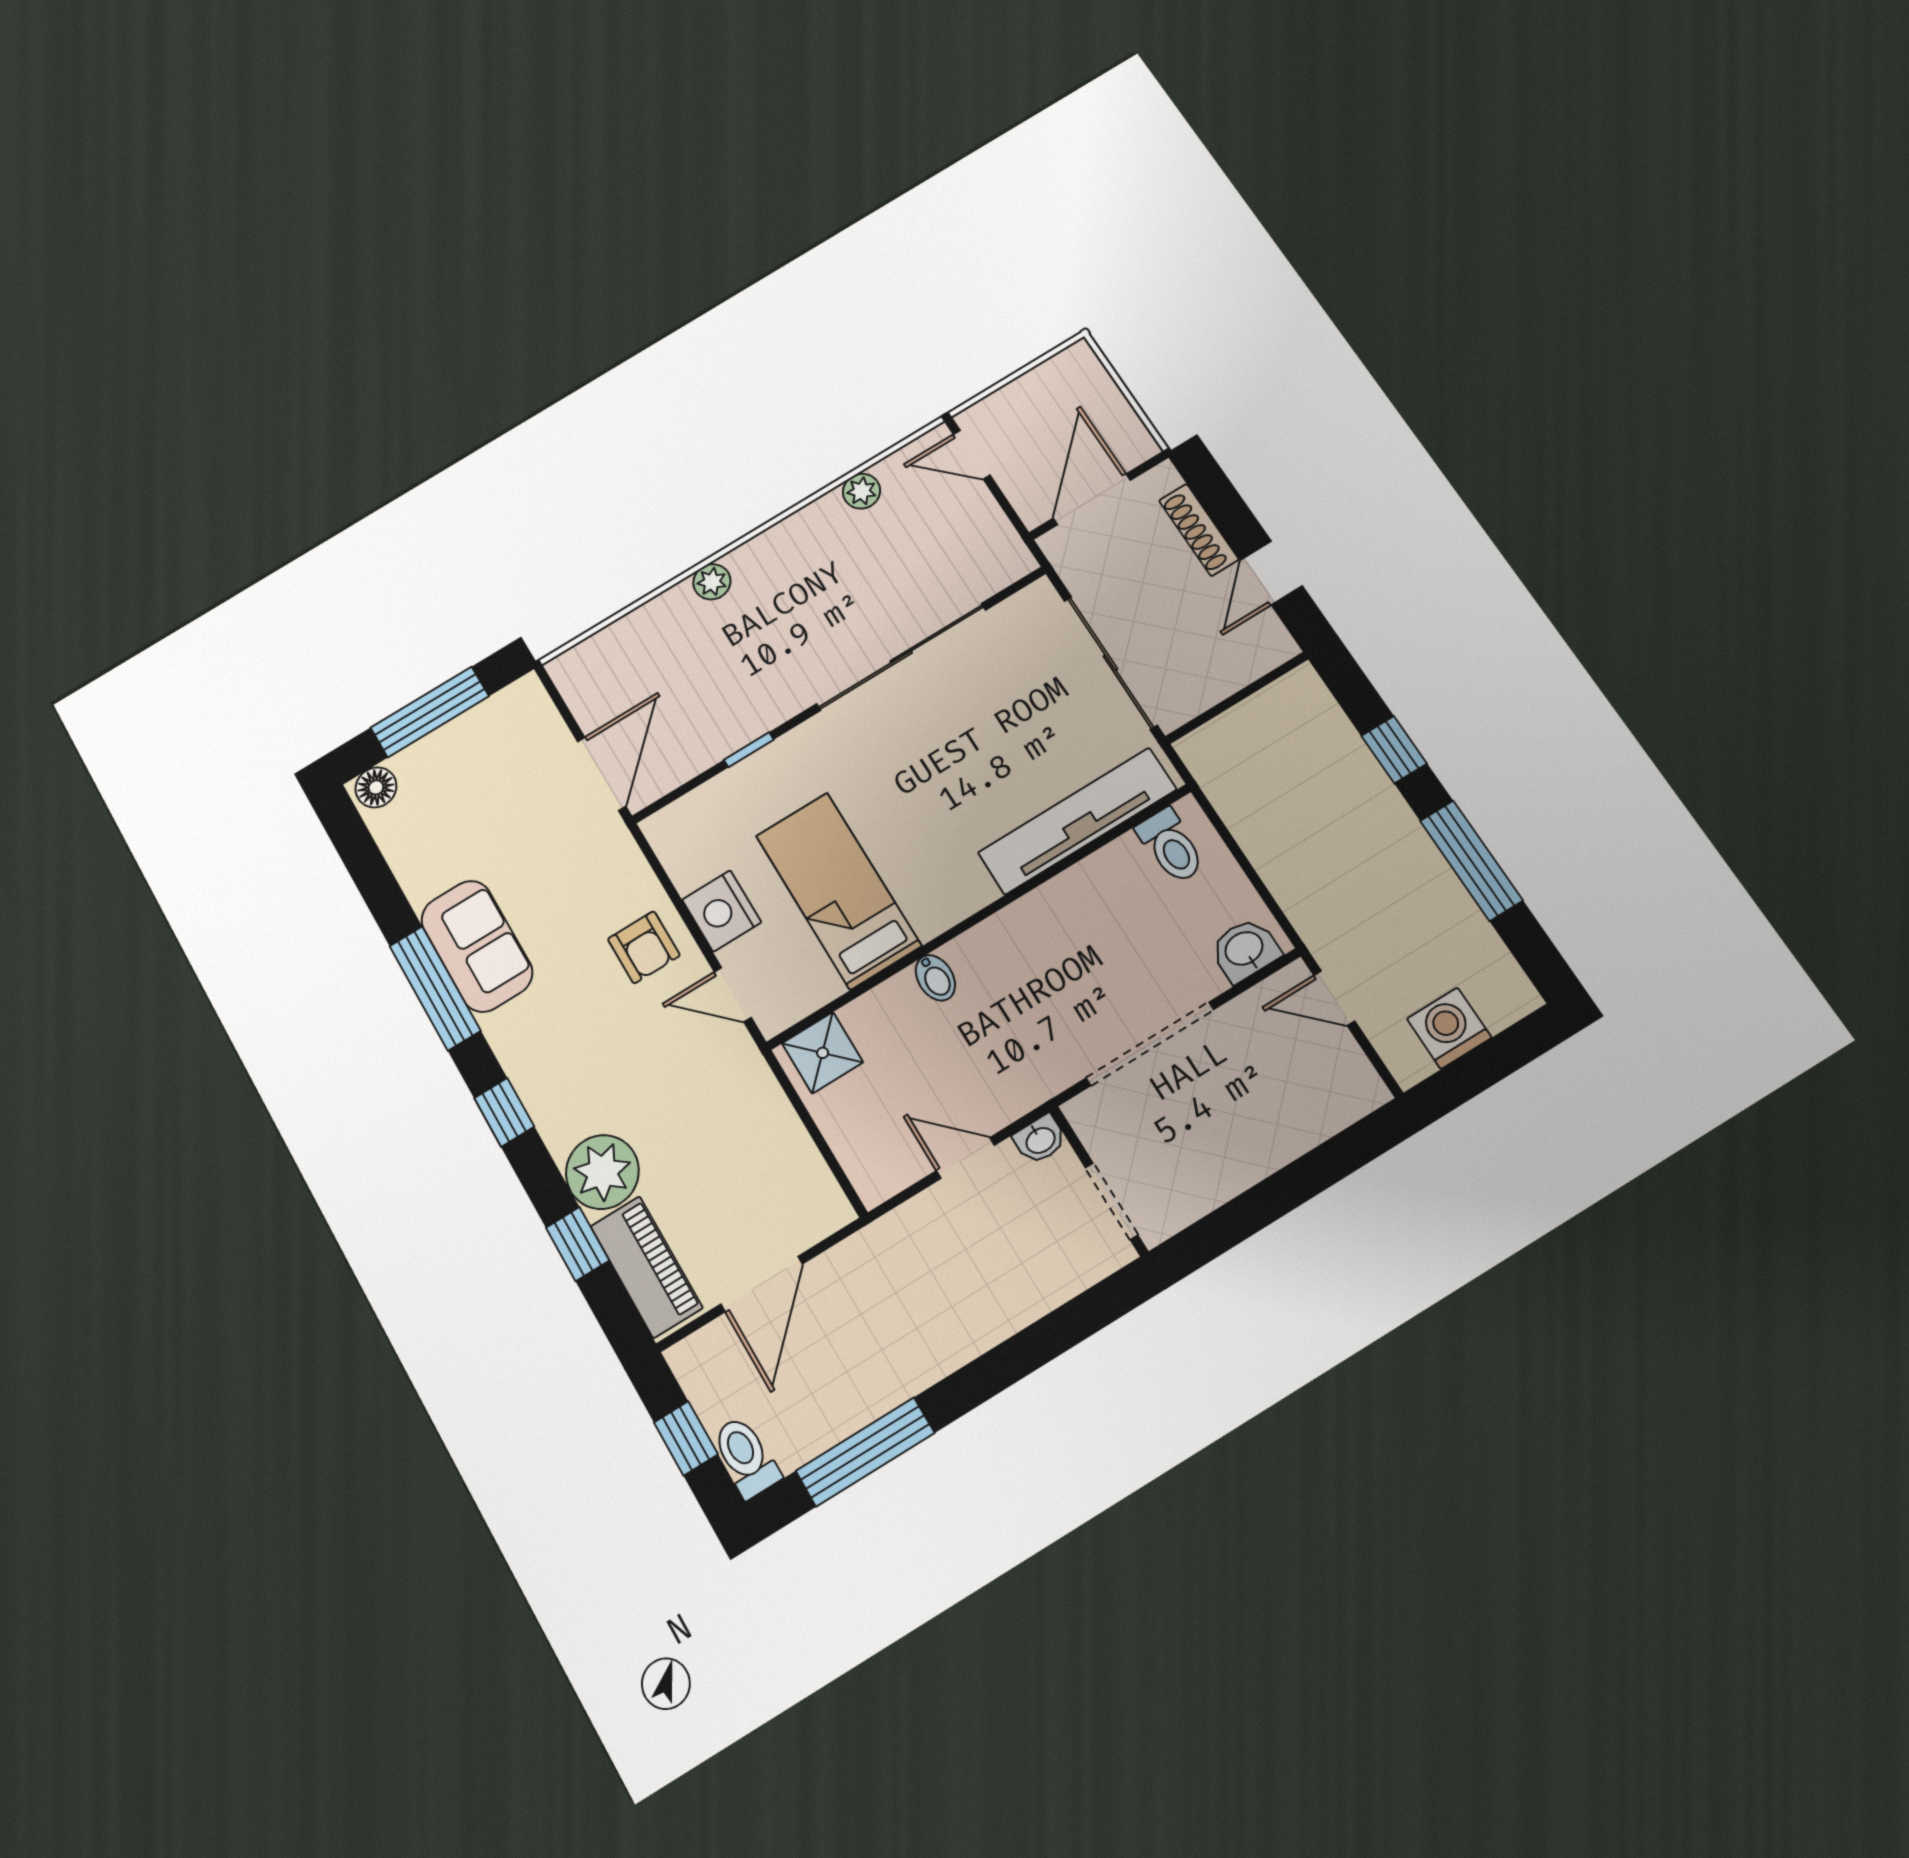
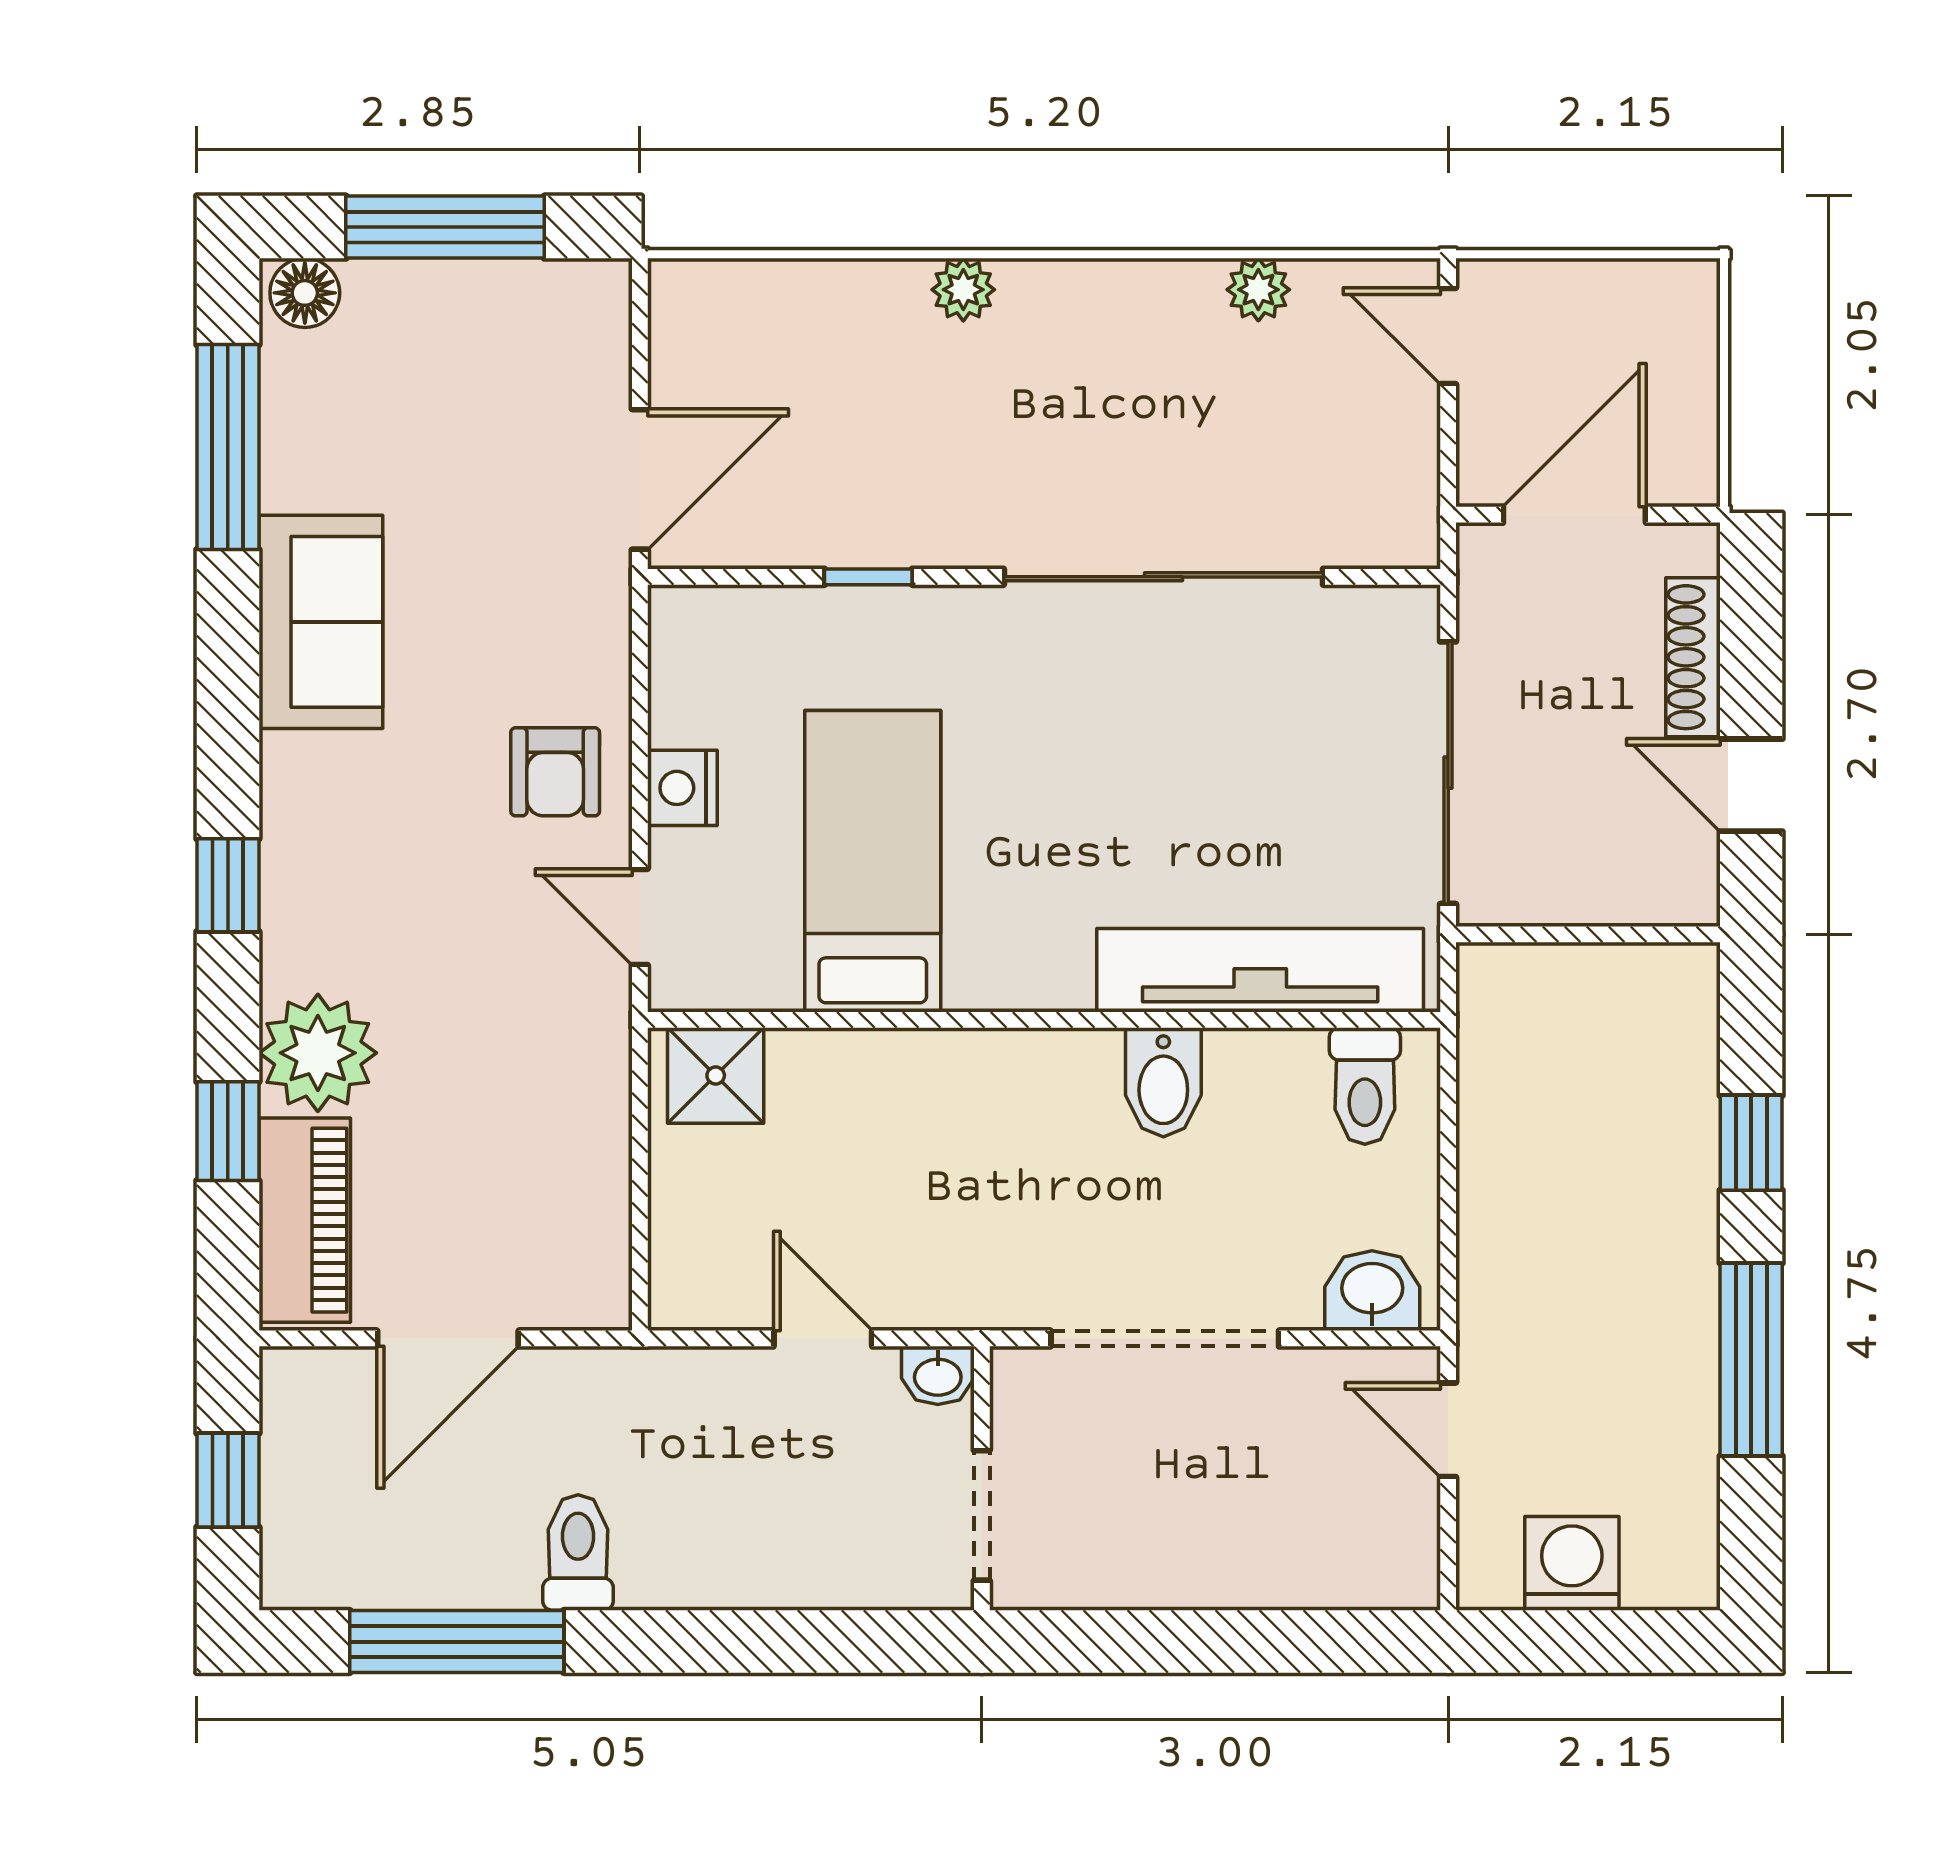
door: (1271, 573) -> (1751, 785), hinge flipped
nightstand: (722, 911) -> (682, 788), width x0.74, depth x0.75
bidet: (935, 978) -> (1163, 1082), moved, width x1.38, depth x1.36
window: (435, 988) -> (228, 447), moved
toilet: (746, 1457) -> (578, 1553), moved

